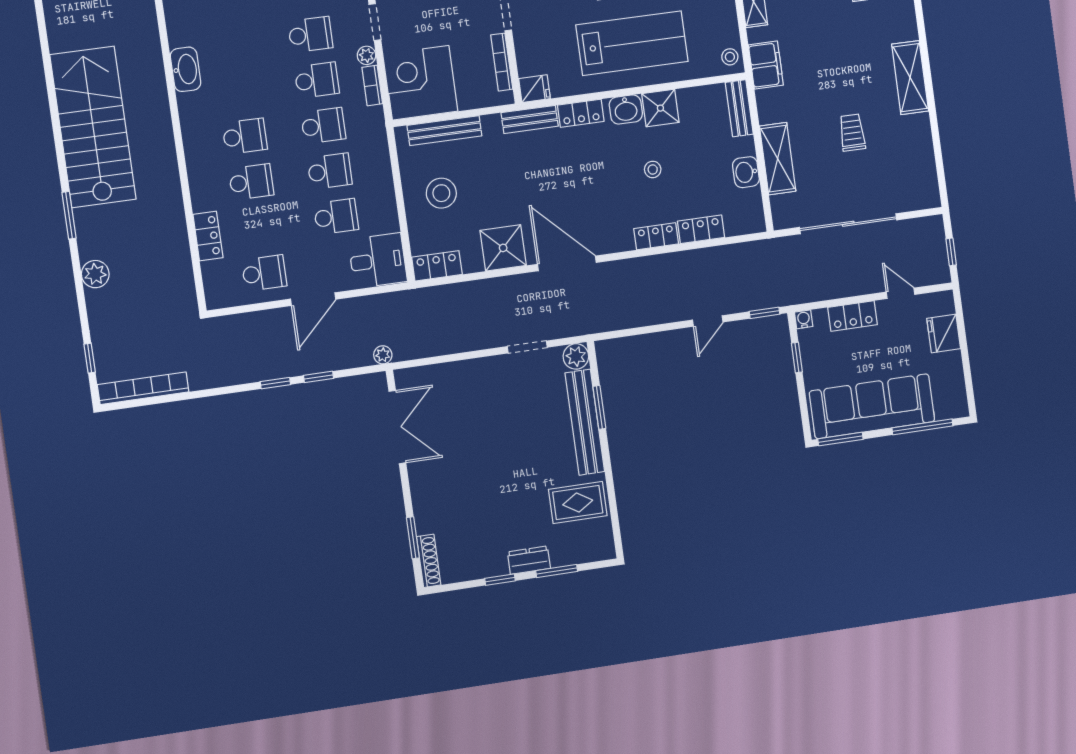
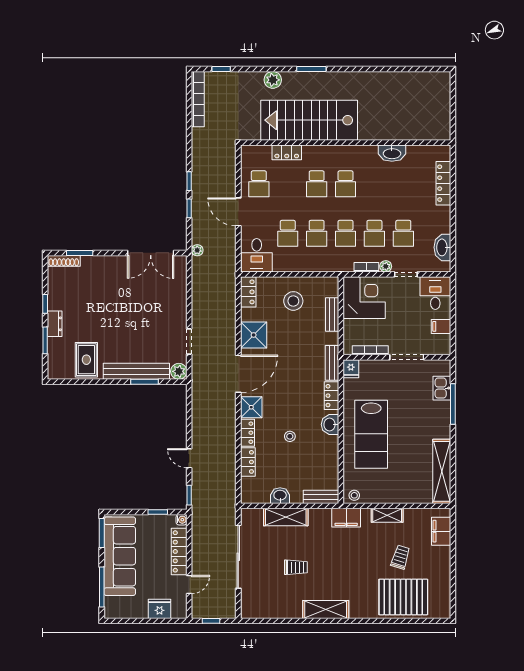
shower: (660, 108) -> (251, 407), moved
stairs: (93, 127) -> (309, 120), moved, turned 180
bench: (445, 131) -> (332, 315), width x0.73
locker: (852, 316) -> (179, 551), width x1.53

